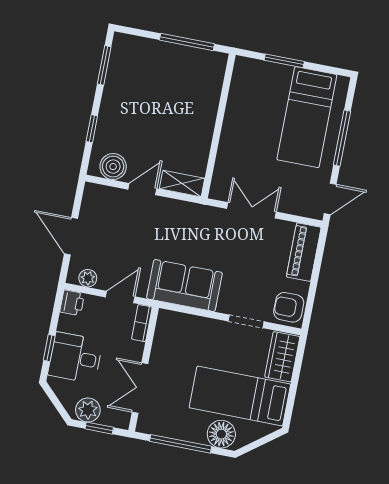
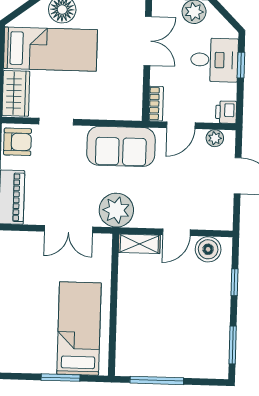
bed: (307, 117) -> (79, 329), moved
plant: (200, 222) -> (116, 210), added

